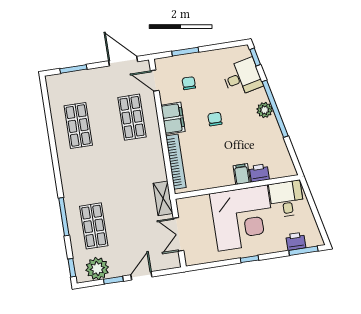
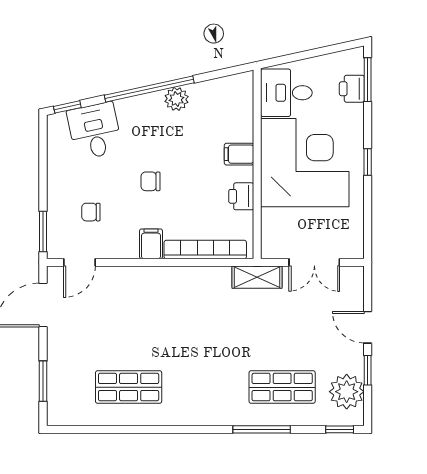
window: (185, 52) -> (43, 232), moved
plant: (265, 110) -> (177, 99), moved
shop shelf: (132, 117) -> (129, 305), removed
filing cabinet: (173, 118) -> (151, 244), width x0.50
printer: (259, 173) -> (241, 196), moved

